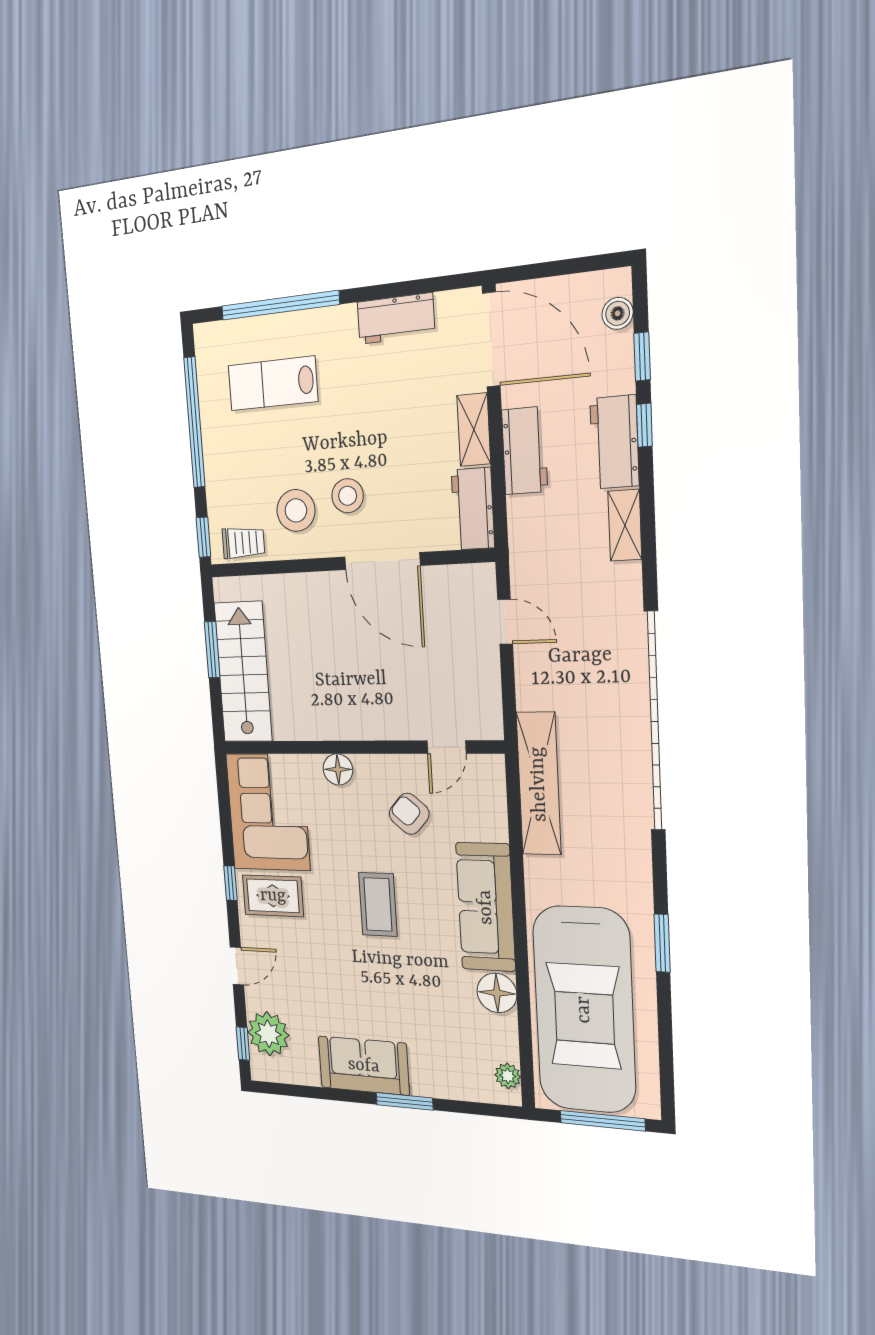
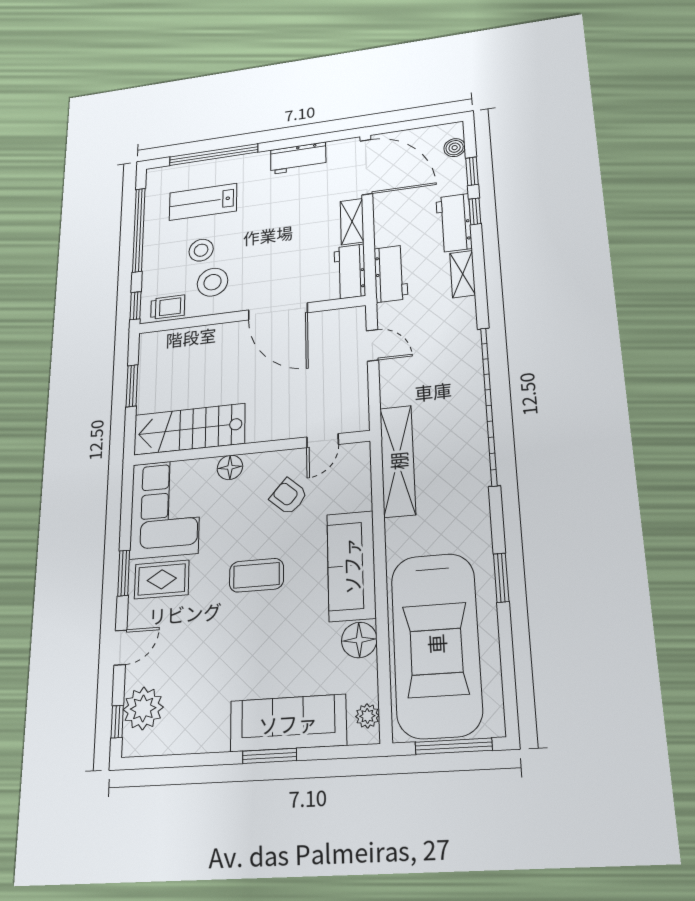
workbench: (525, 451) -> (391, 274), moved
stool: (348, 496) -> (201, 250), moved
stairs: (243, 672) -> (189, 429), moved, turned -90
window: (230, 883) -> (124, 573), width x1.50
coffee table: (378, 904) -> (256, 575), turned 90
sofa: (364, 1066) -> (288, 723), moved, width x1.36

